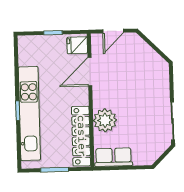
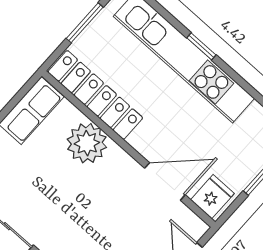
door: (90, 72) -> (165, 181), hinge flipped

